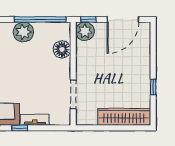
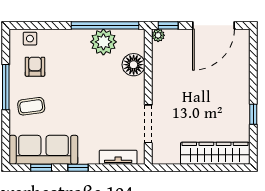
plant: (85, 31) -> (158, 35), width x0.53, depth x0.53
plant: (23, 32) -> (103, 42), moved
tv unit: (35, 120) -> (118, 157), moved

